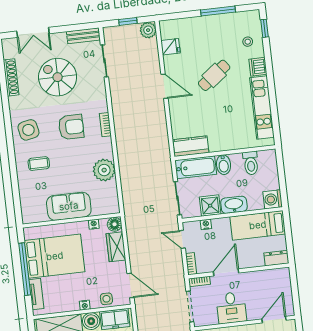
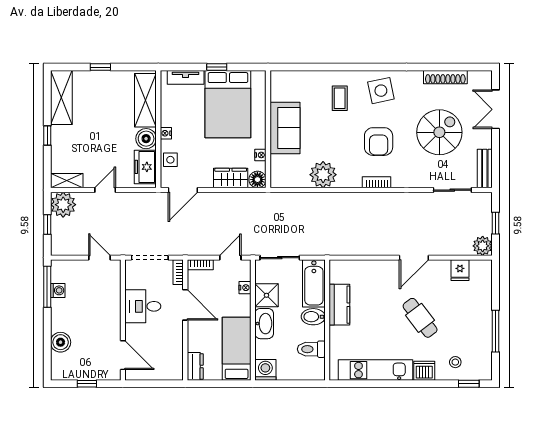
kitchen counter: (191, 146) -> (339, 305), moved
window: (25, 269) -> (217, 67), width x0.32

